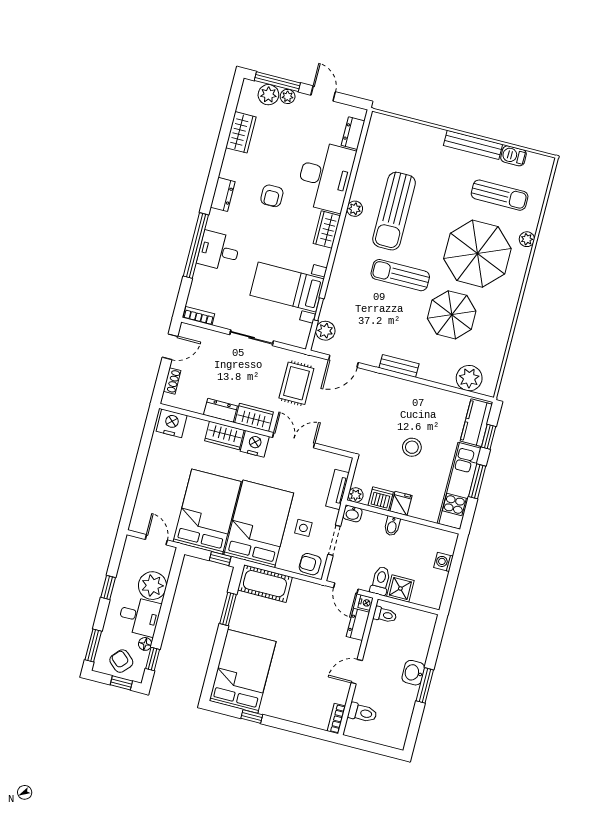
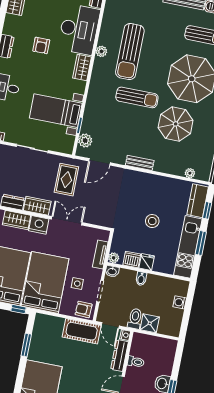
sun lounger: (400, 275) -> (137, 97), turned 180
plant: (469, 378) -> (190, 173), width x0.53, depth x0.53
cot: (265, 584) -> (82, 331), moved
toilet: (385, 615) -> (136, 362), moved
dresser: (358, 624) -> (120, 356), width x1.44

